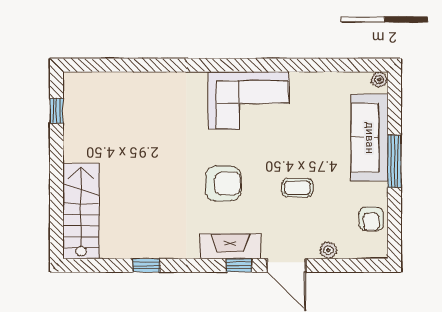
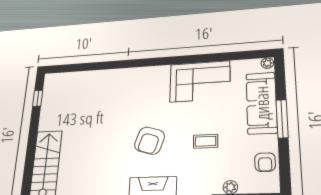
corner sofa: (249, 100) -> (200, 81), moved
armchair: (223, 183) -> (150, 141), turned 108

